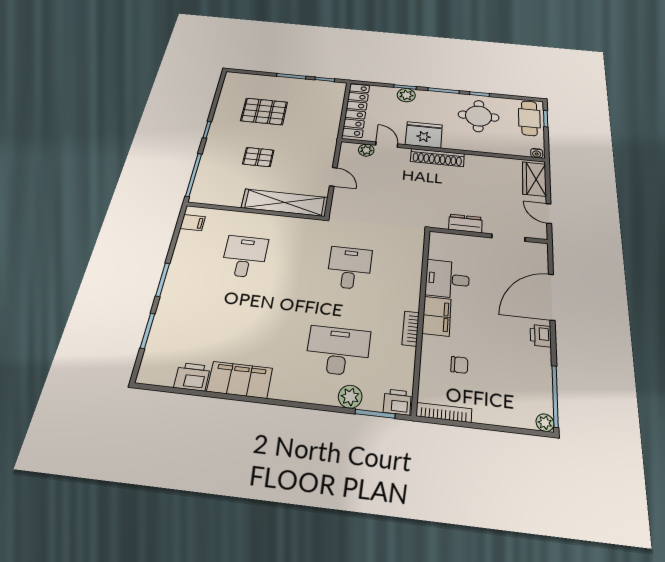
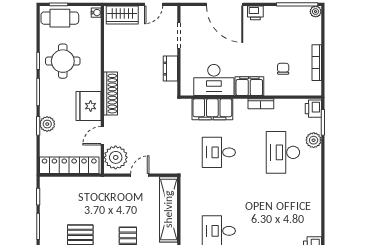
plant: (366, 150) -> (116, 157), width x1.87, depth x1.87
desk: (447, 279) -> (214, 80), width x1.37
filing cabinet: (240, 380) -> (212, 109), moved, turned -90
bookcase: (444, 412) -> (317, 63), moved

